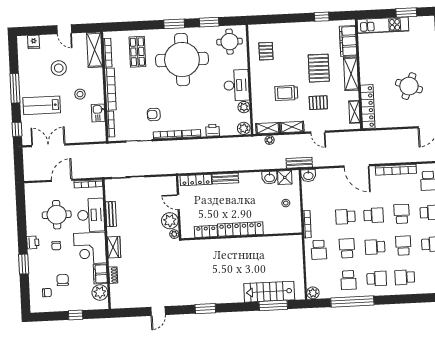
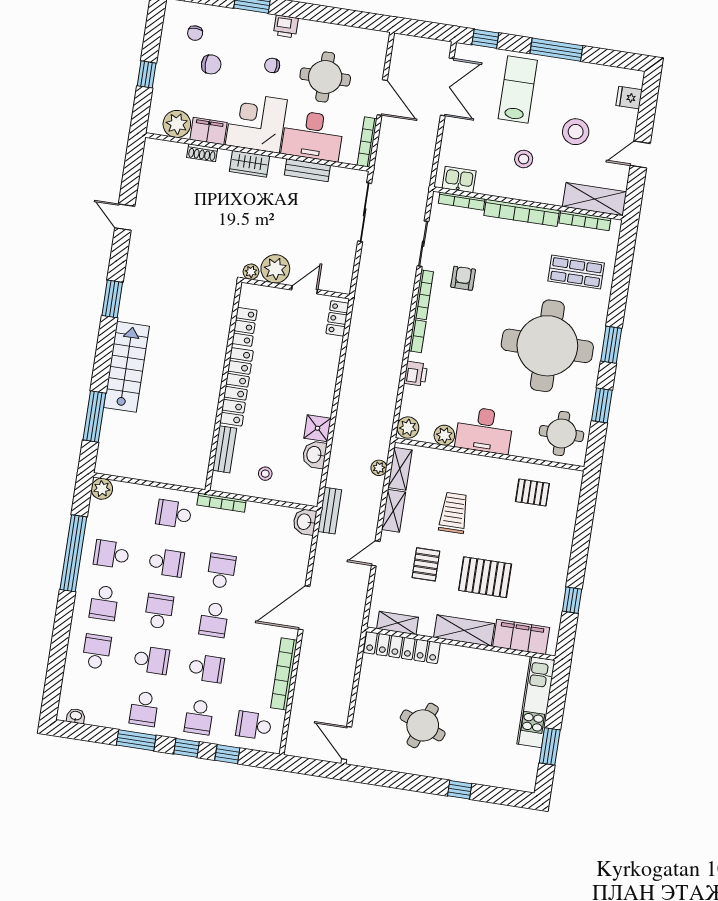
kitchen sink: (98, 113) -> (459, 180), moved
shower: (285, 177) -> (317, 428), moved
bench: (225, 178) -> (225, 449), moved
locker: (196, 180) -> (337, 318), width x0.66
stairs: (269, 292) -> (126, 367), moved

